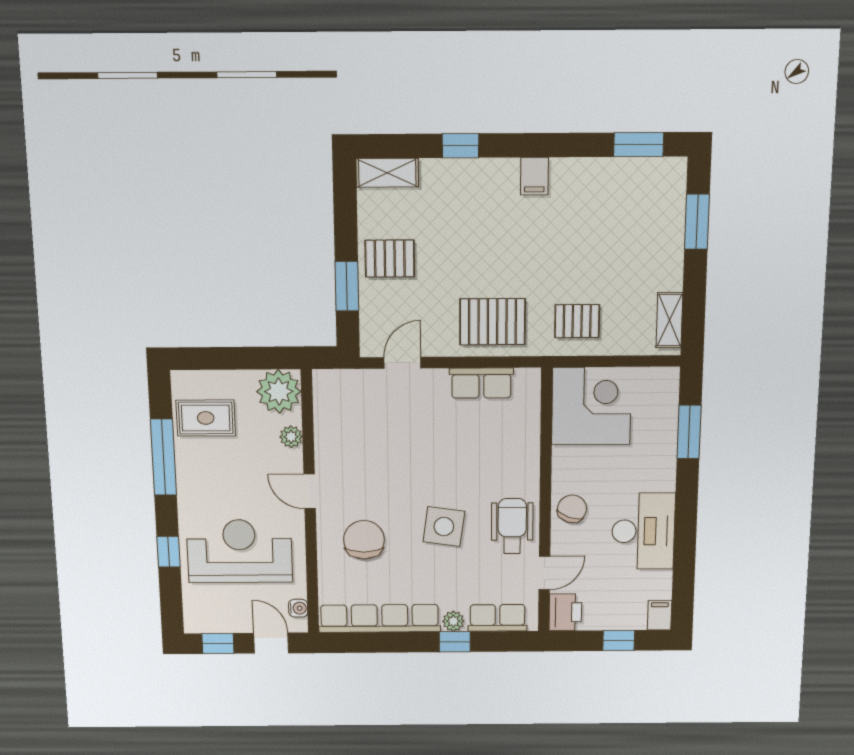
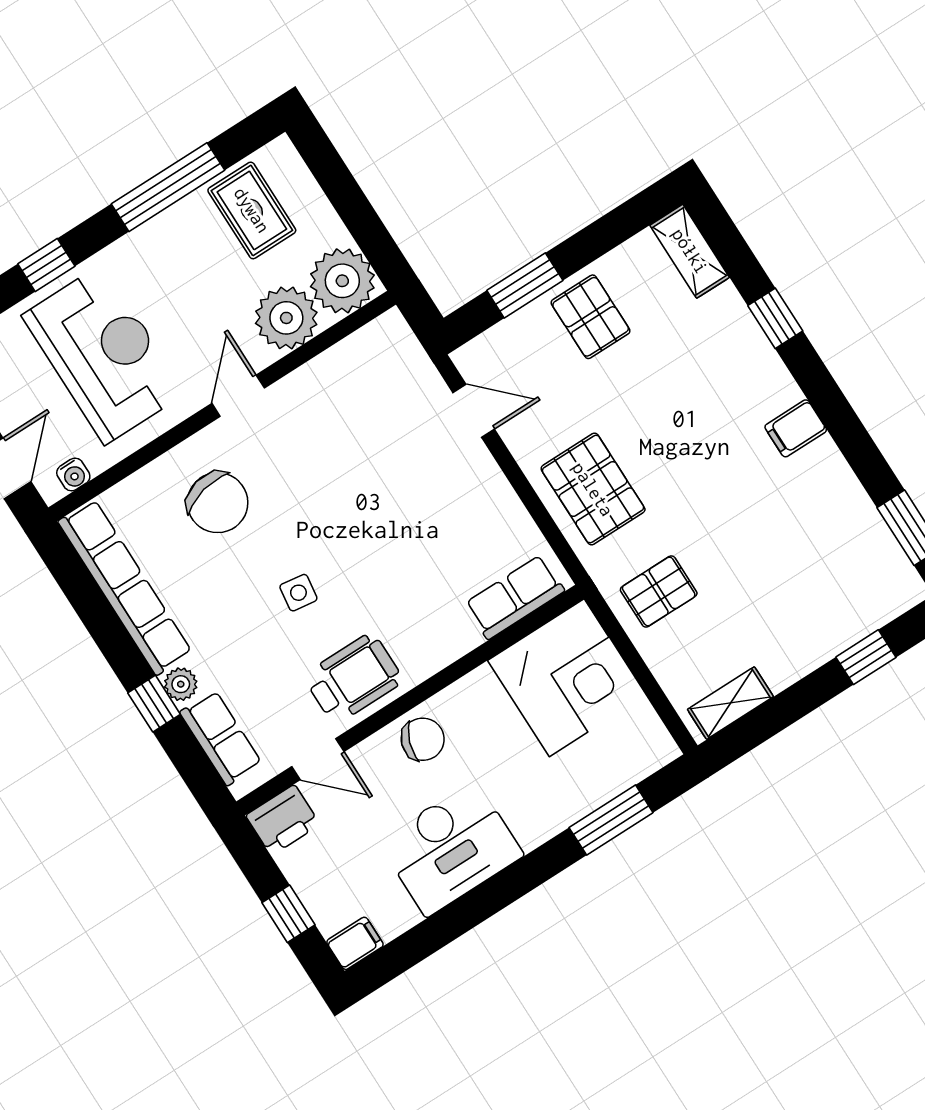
window: (697, 222) -> (866, 657), width x0.67
pallet: (577, 321) -> (659, 592), turned 90
row of seats: (481, 383) -> (515, 597), moved, turned 90
plant: (291, 437) -> (286, 318), width x1.88, depth x1.88
side table: (444, 527) -> (298, 593), width x0.54, depth x0.54
chair: (364, 540) -> (218, 503), turned 77

